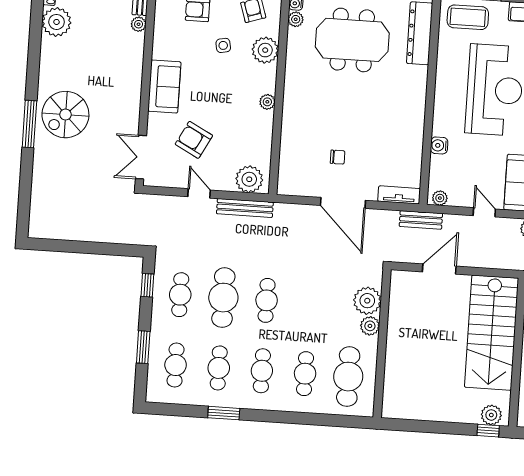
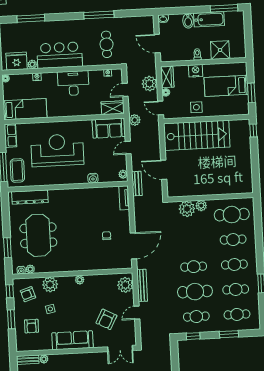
sofa: (164, 87) -> (73, 340), width x1.36
door: (343, 203) -> (133, 246), moved
plant: (491, 415) -> (244, 130), removed

